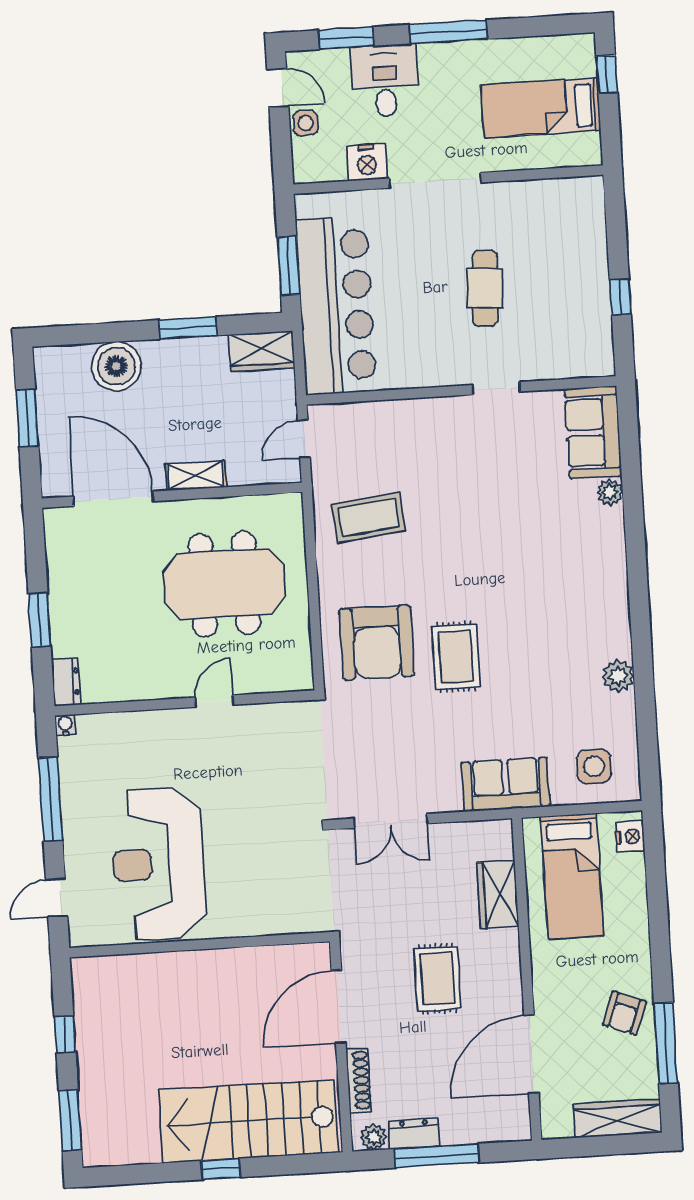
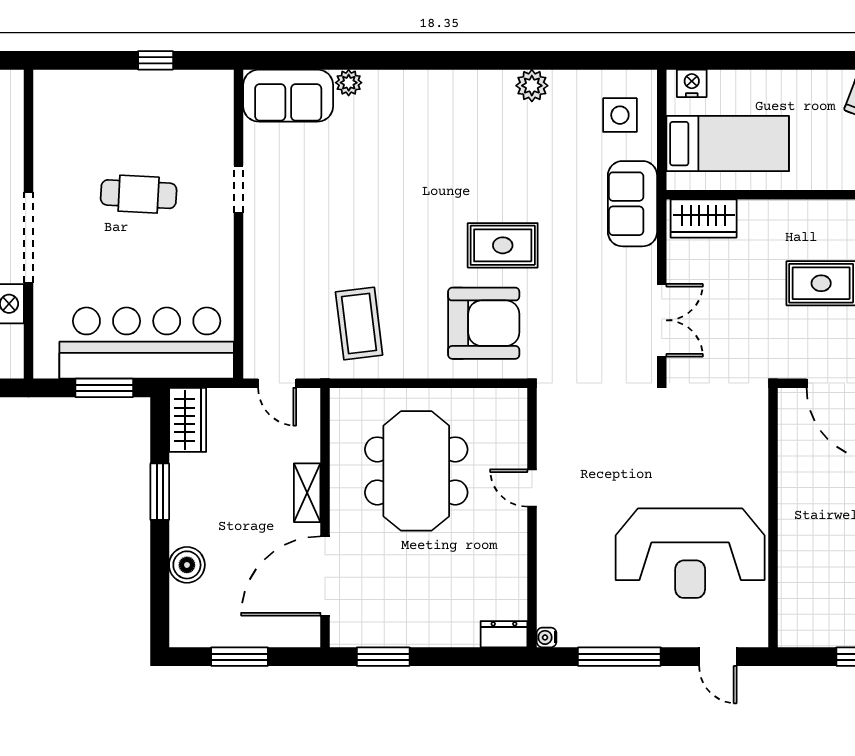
boiler: (116, 366) -> (187, 565), width x0.73, depth x0.73
window: (40, 620) -> (383, 657), moved
wardrobe: (498, 894) -> (704, 218), moved

